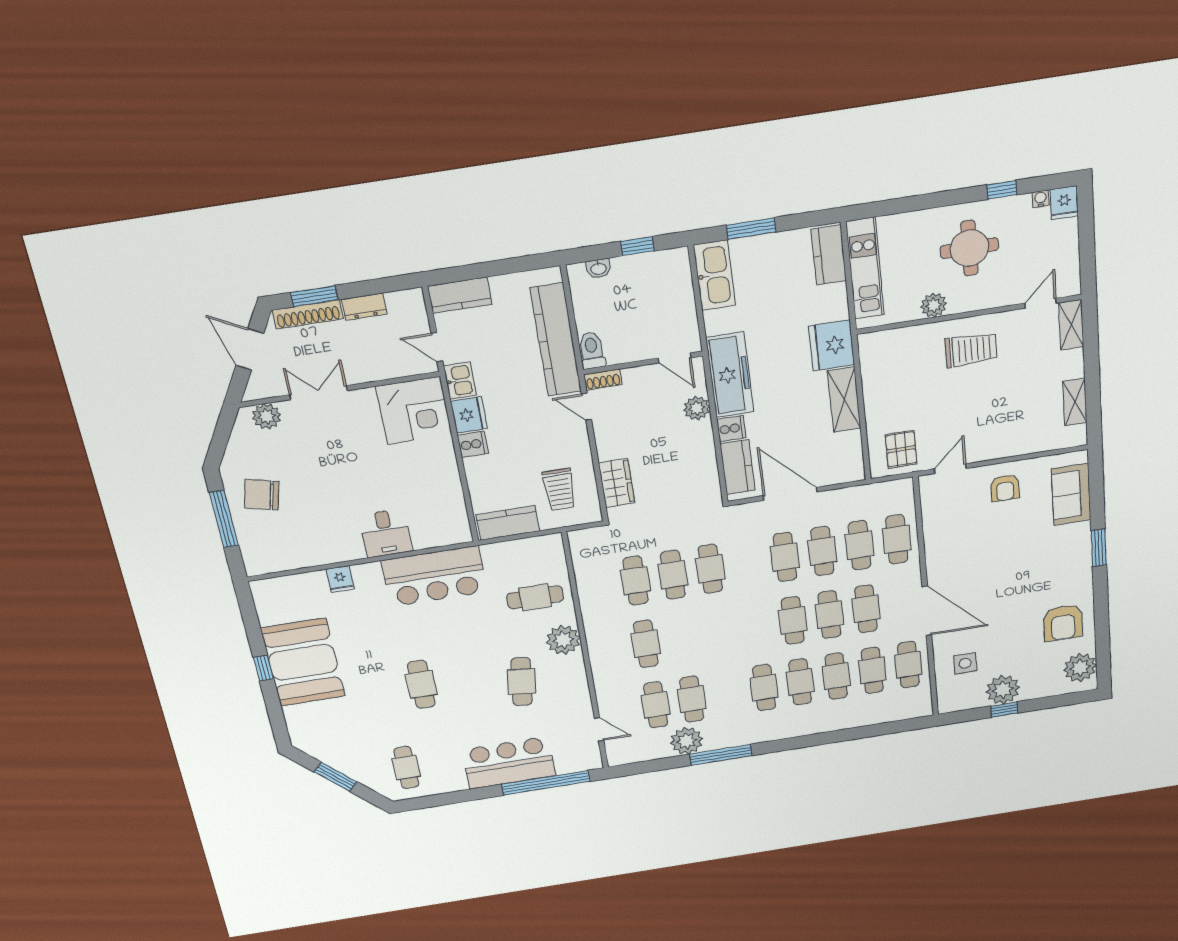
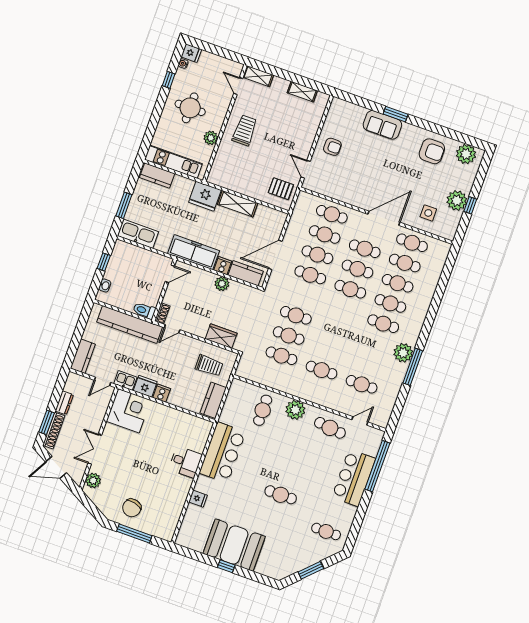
plant: (697, 408) -> (222, 284), moved
sofa: (1071, 494) -> (382, 125), moved
cafe table: (522, 682) -> (330, 428), moved
cafe table: (692, 699) -> (369, 364), removed
plant: (687, 741) -> (403, 353), moved

